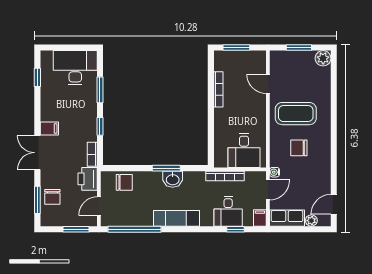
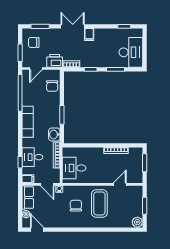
washbasin: (173, 179) -> (54, 134), moved
chair: (52, 197) -> (34, 42), moved
door: (99, 206) -> (36, 68), swing flipped

